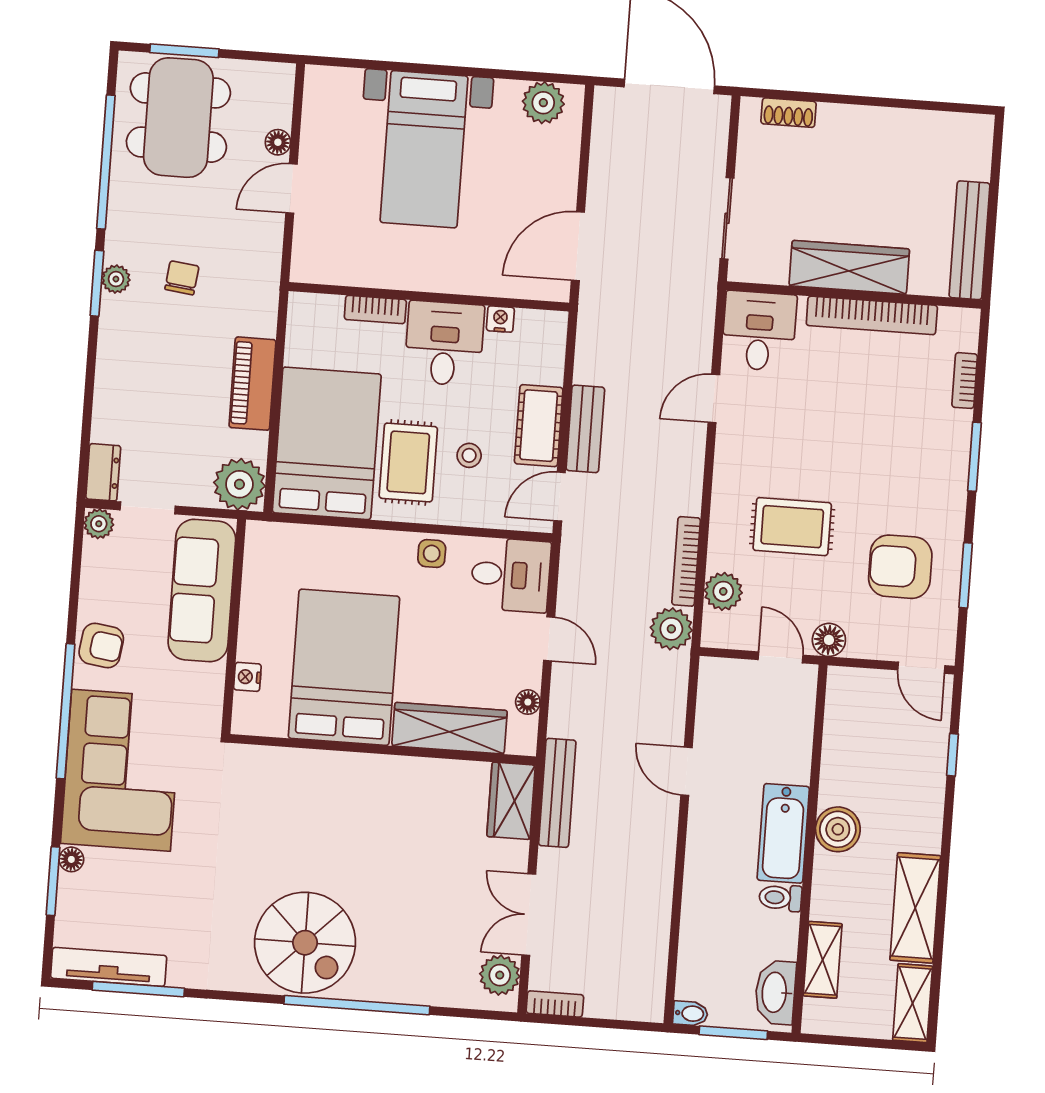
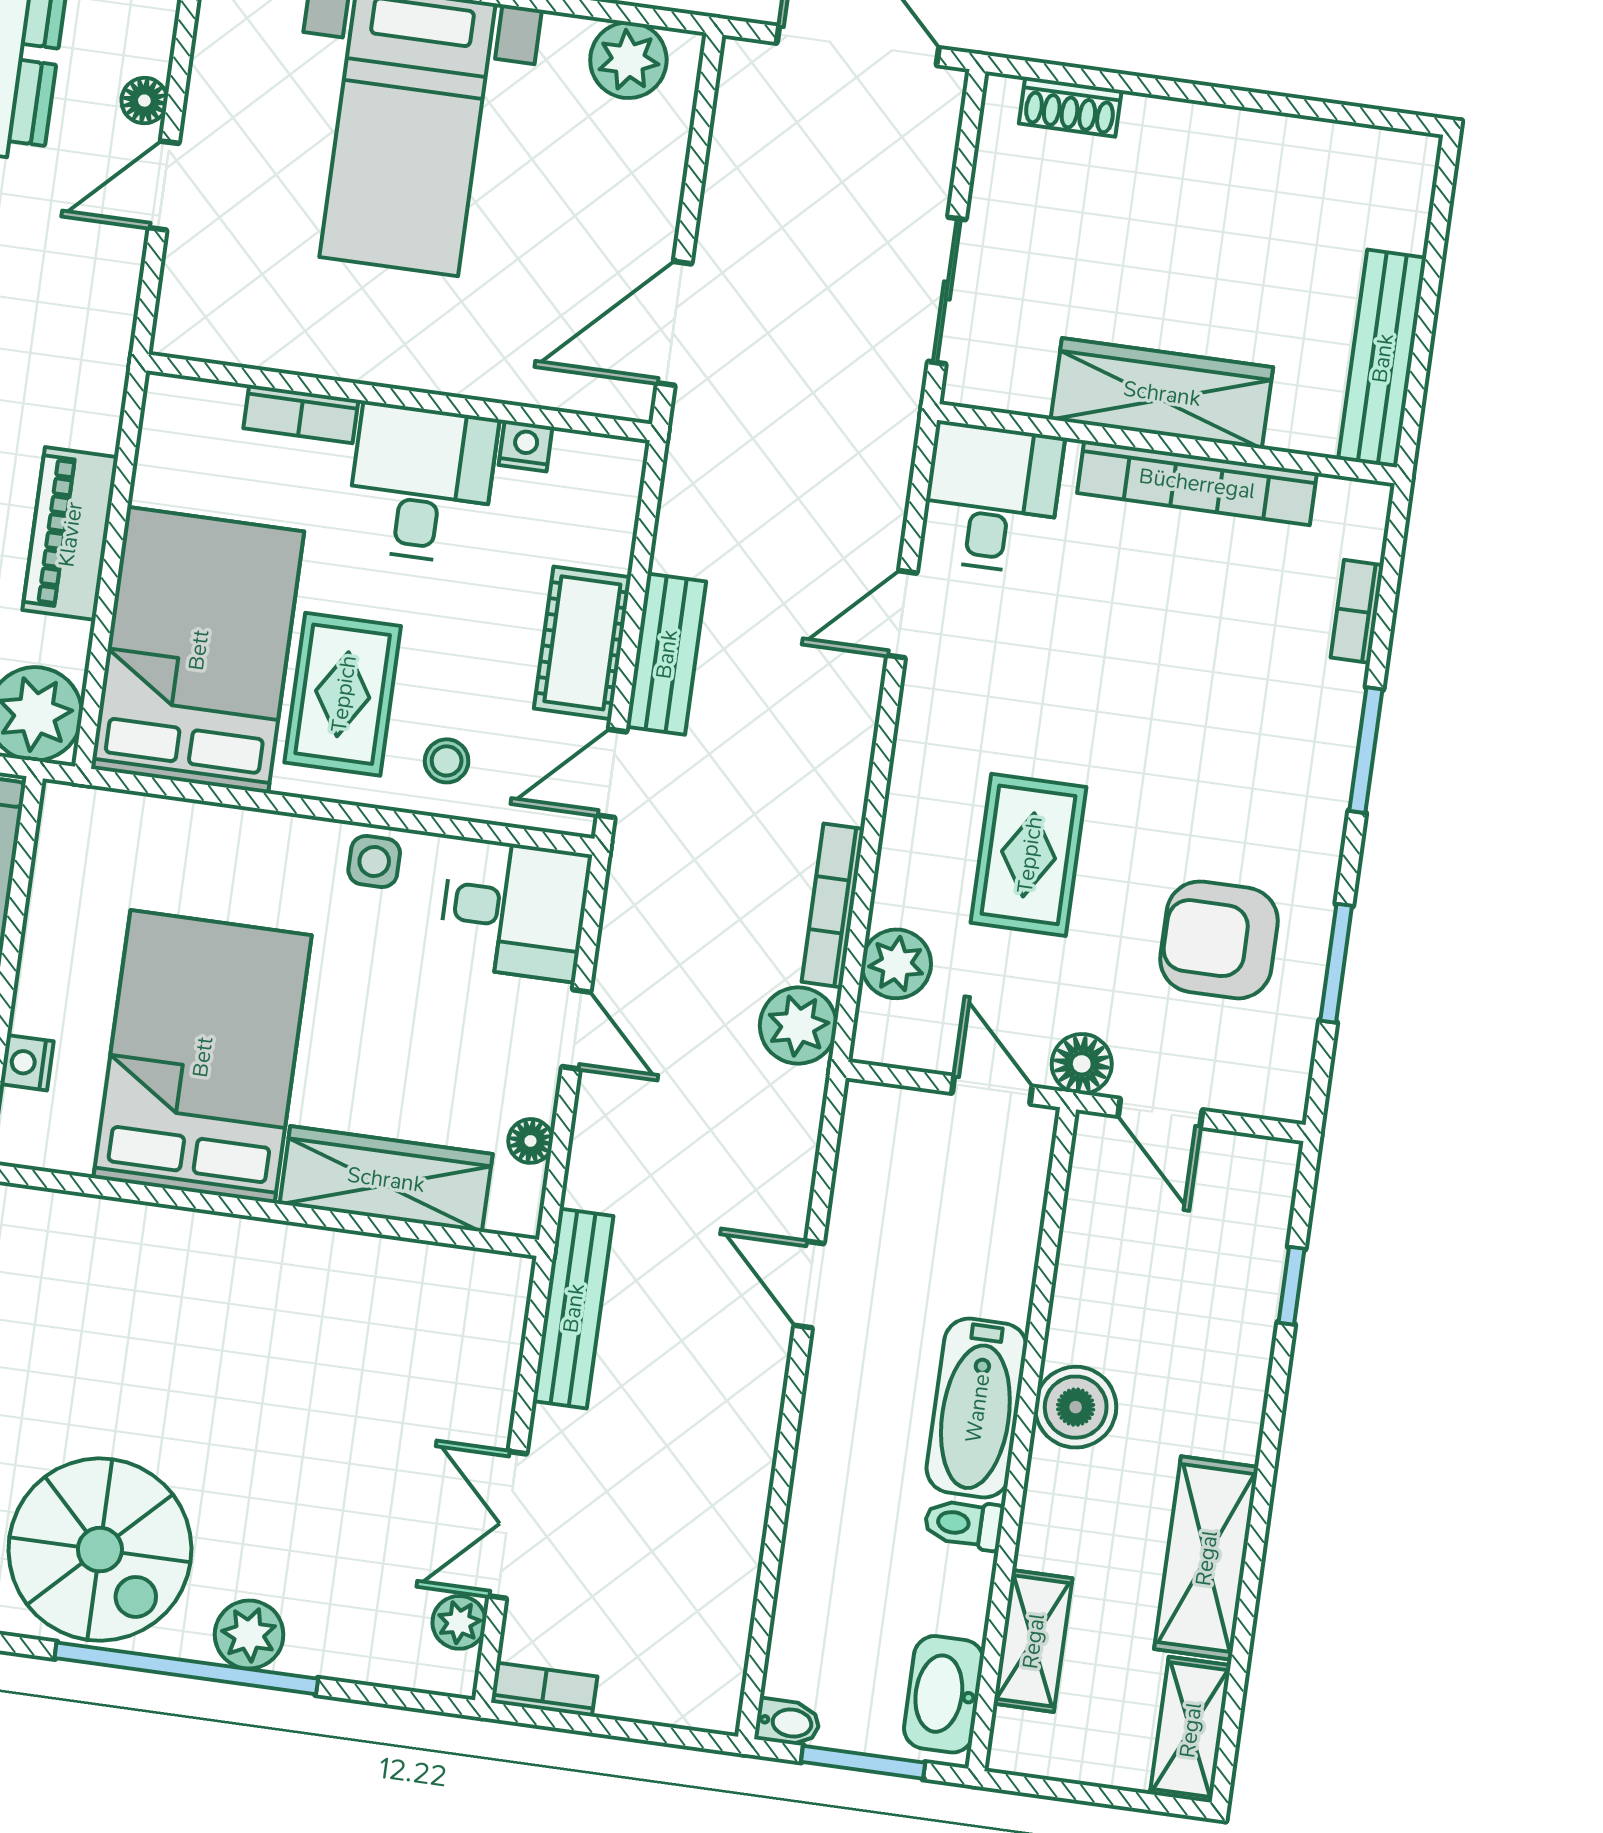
stool: (469, 455) -> (447, 761), moved
rug: (792, 527) -> (1029, 855), turned 90
door: (921, 668) -> (1160, 1113), moved
wardrobe: (511, 801) -> (489, 1317), removed
plant: (500, 975) -> (459, 1622), width x0.73, depth x0.73
plant: (390, 984) -> (249, 1635), added

